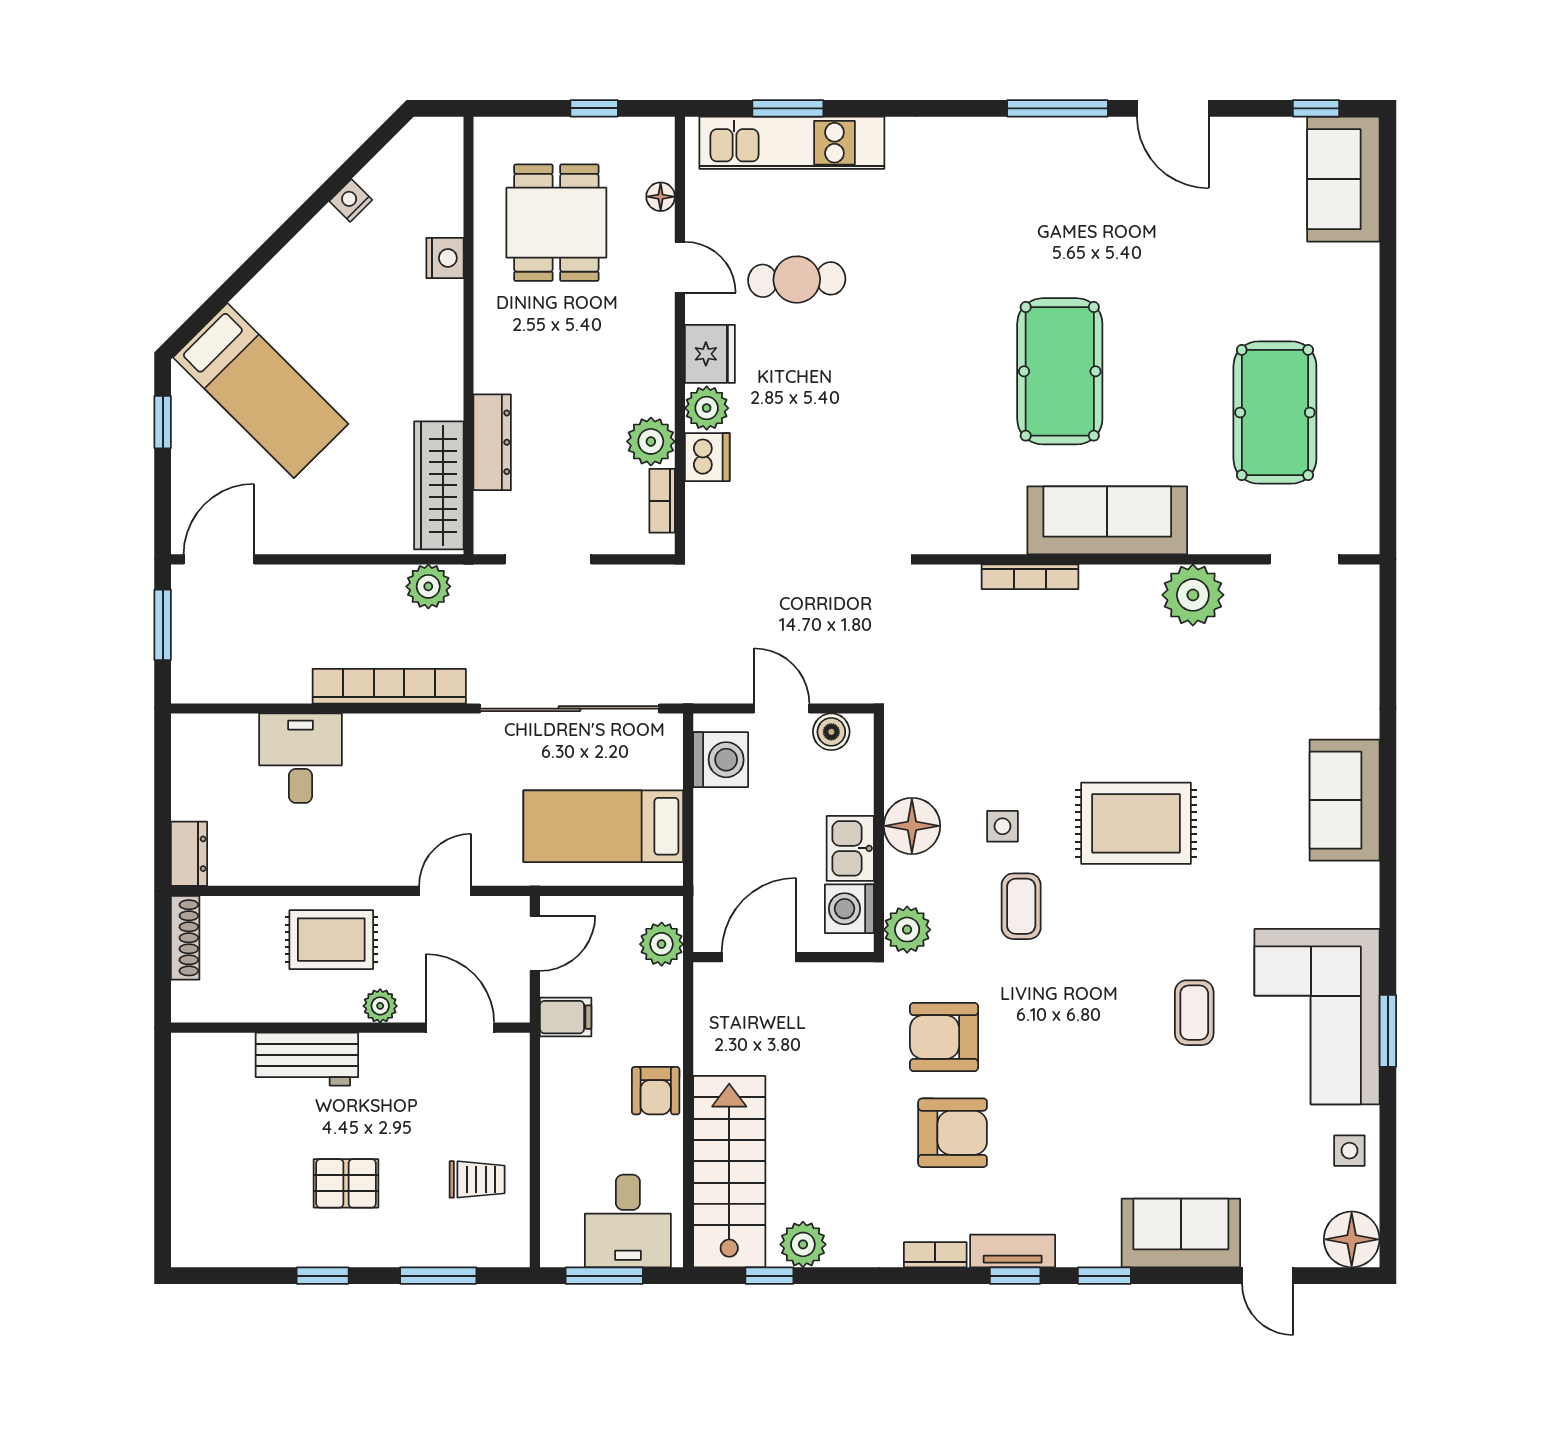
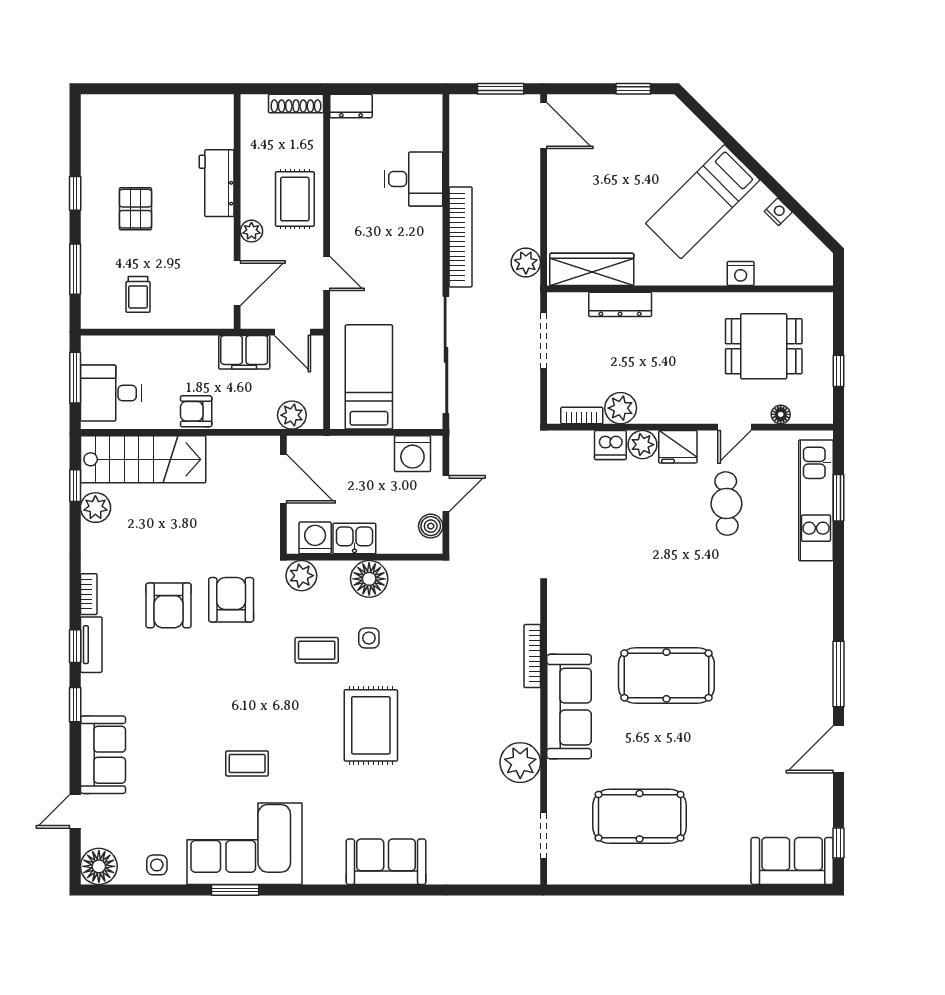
bed: (261, 391) -> (703, 202), moved
filing cabinet: (566, 1017) -> (244, 352), width x2.00

